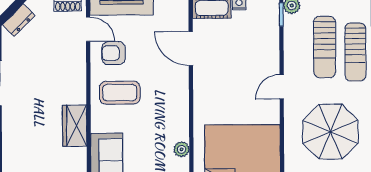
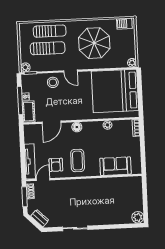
stool: (263, 54) -> (53, 82), added
floor lamp: (180, 94) -> (77, 127), added
wardrobe: (75, 126) -> (97, 185), removed

